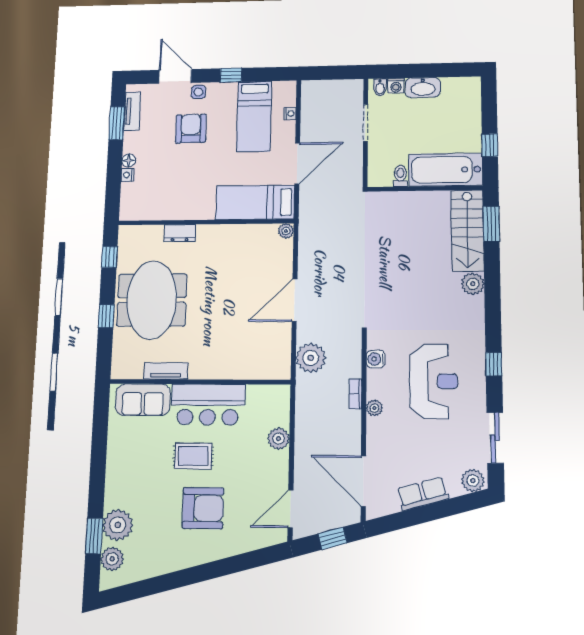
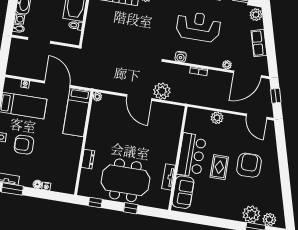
plant: (311, 358) -> (162, 91), moved
plant: (374, 408) -> (227, 65), moved

